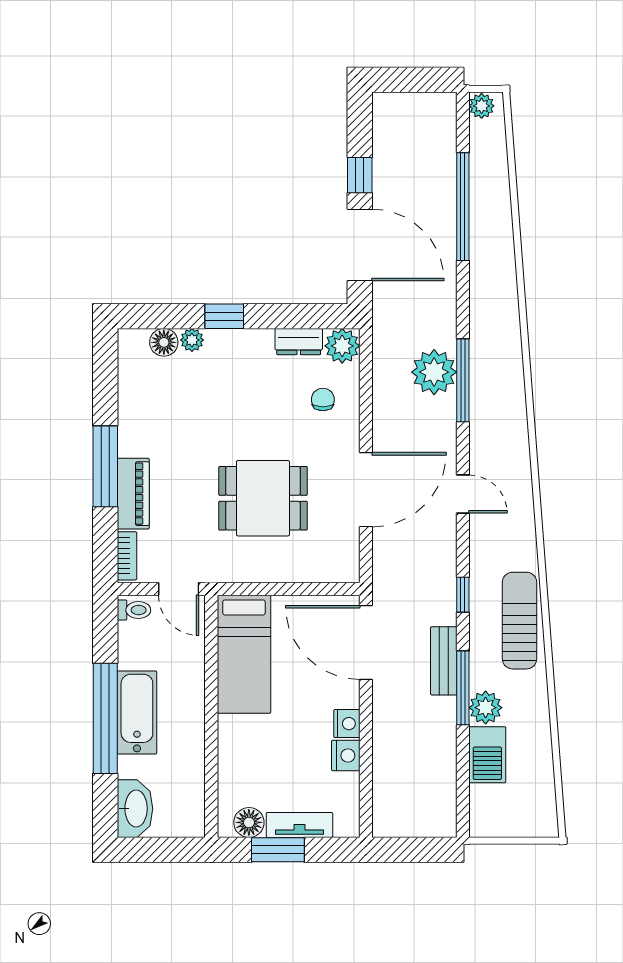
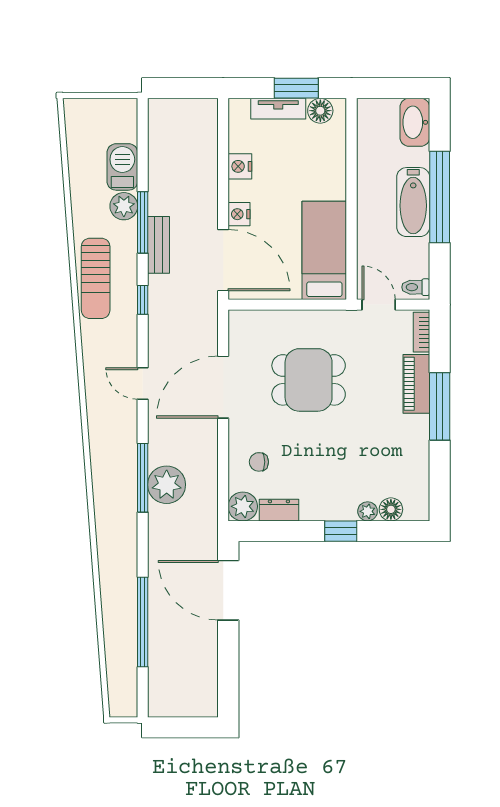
plant: (482, 106) -> (127, 706), removed
window: (360, 175) -> (228, 648), removed
chair: (323, 400) -> (259, 462), turned 90
nightstand: (347, 724) -> (239, 214), moved

